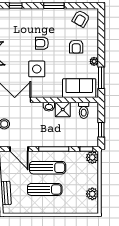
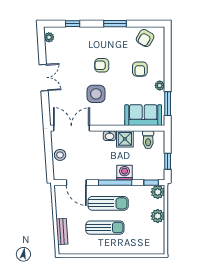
washing machine: (62, 140) -> (125, 173), added
plant: (92, 194) -> (158, 216), moved

